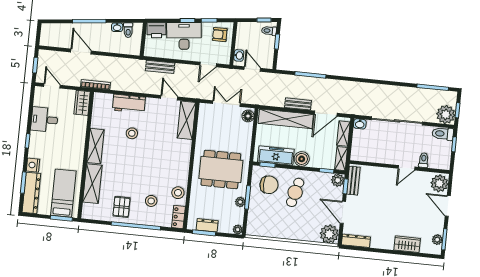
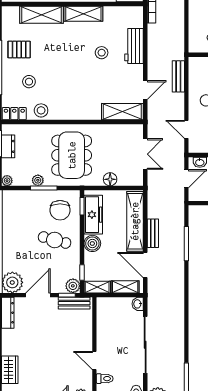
floor lamp: (248, 116) -> (110, 179), moved

